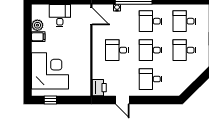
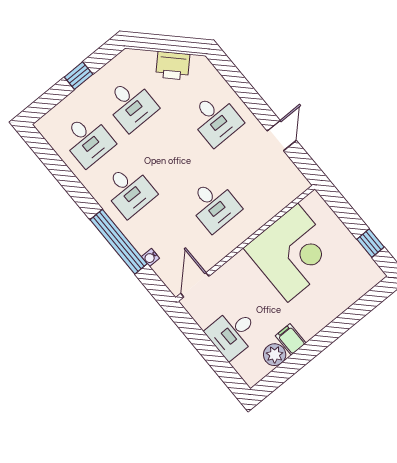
desk: (151, 50) -> (172, 155), removed
corner desk: (50, 71) -> (293, 253), moved, turned 180
printer: (99, 88) -> (173, 66), moved, turned -135

